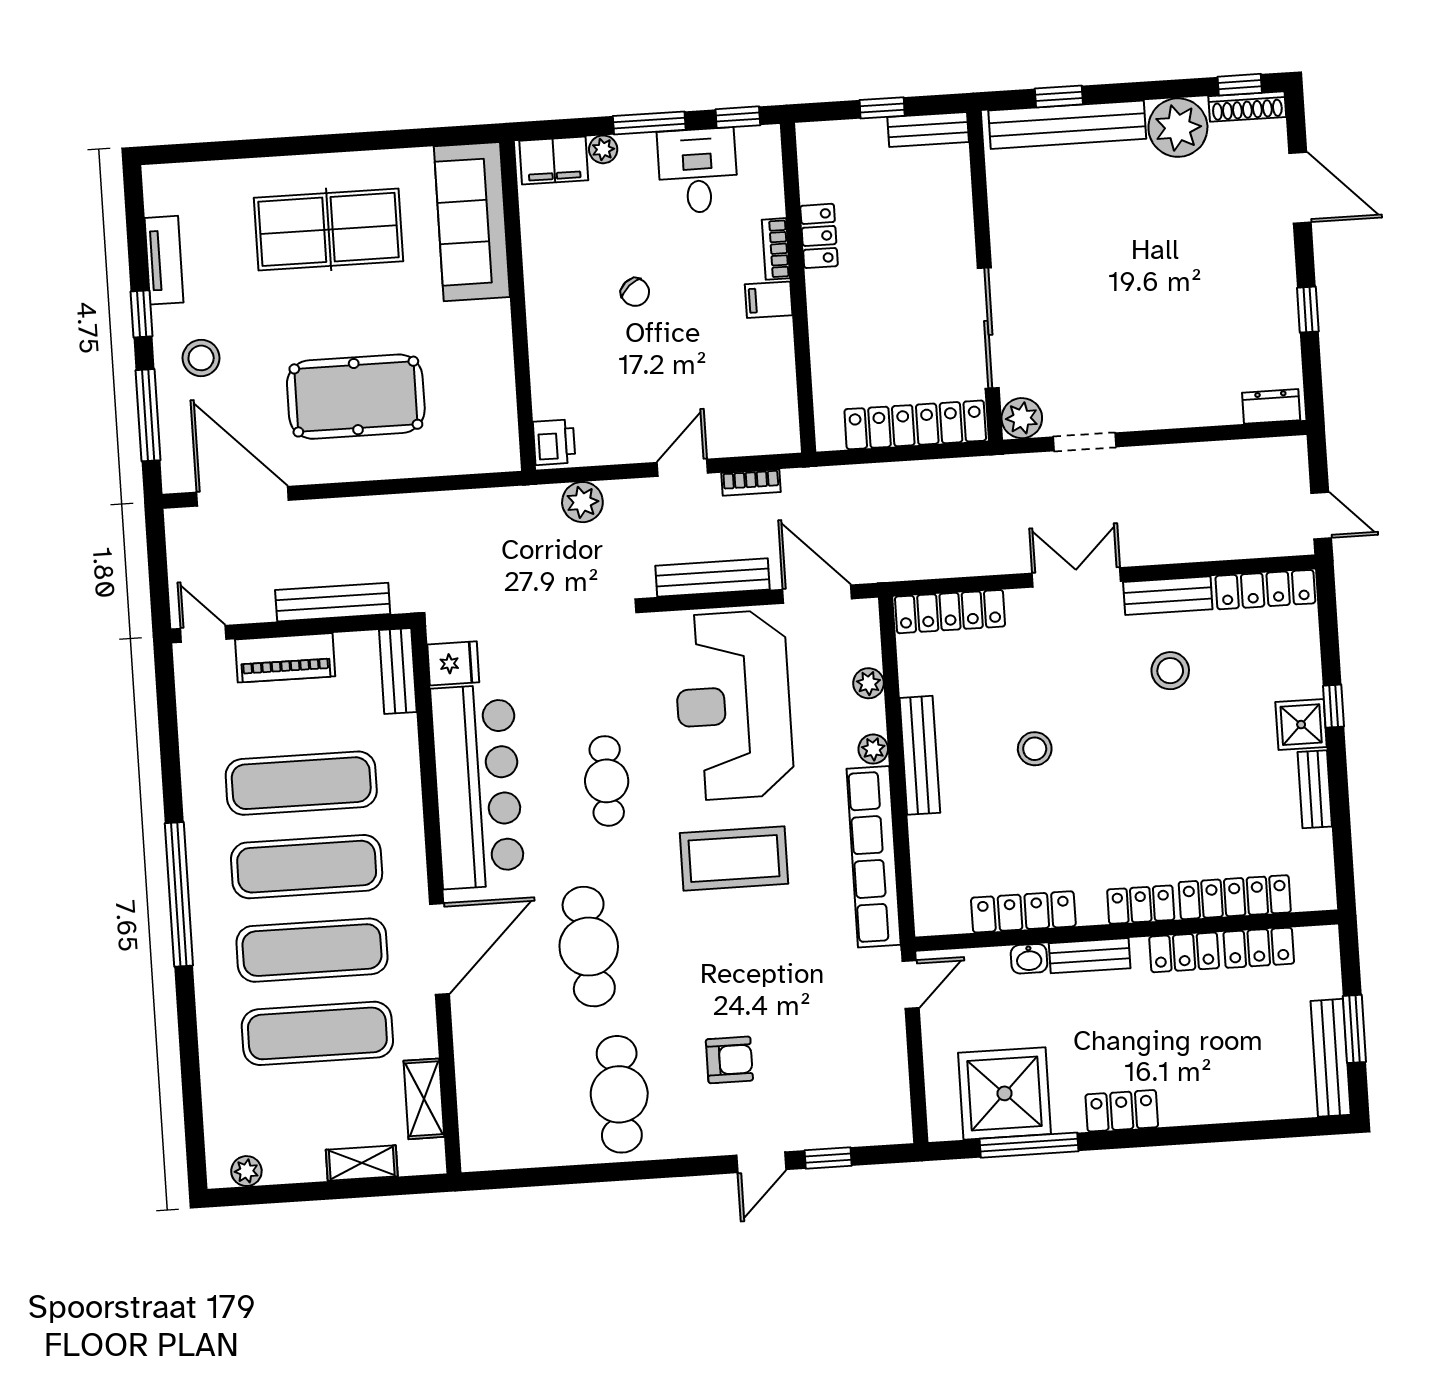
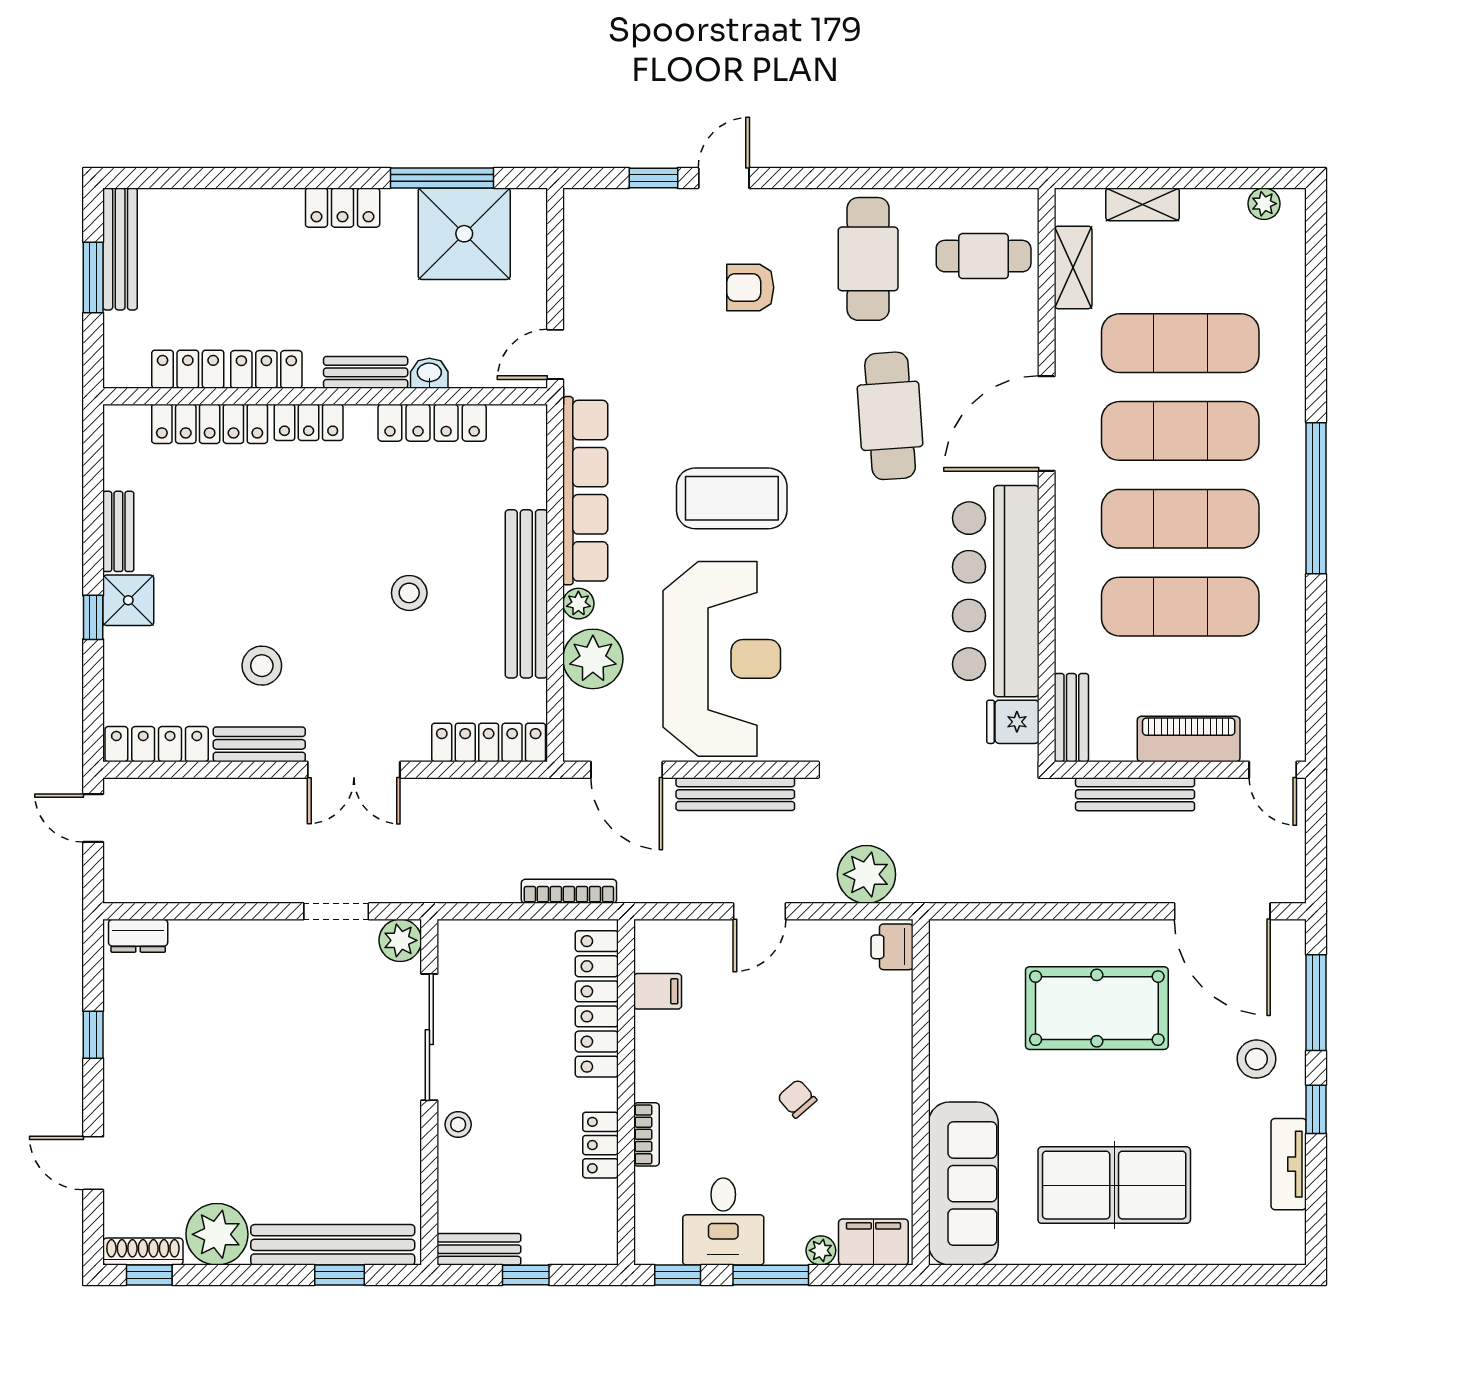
door: (1300, 188) -> (93, 1163), width x0.73
stool: (956, 247) -> (458, 1125), added
filing cabinet: (769, 300) -> (658, 991), moved
locker: (915, 425) -> (597, 1004), moved, turned 90
bookcase: (751, 482) -> (569, 891), moved, width x1.56
plant: (582, 502) -> (866, 874), width x1.36, depth x1.36
plant: (868, 683) -> (593, 659), width x1.87, depth x1.87
bench: (920, 755) -> (526, 594), width x1.37, depth x1.21
cafe table: (607, 781) -> (984, 256), moved, turned 90

